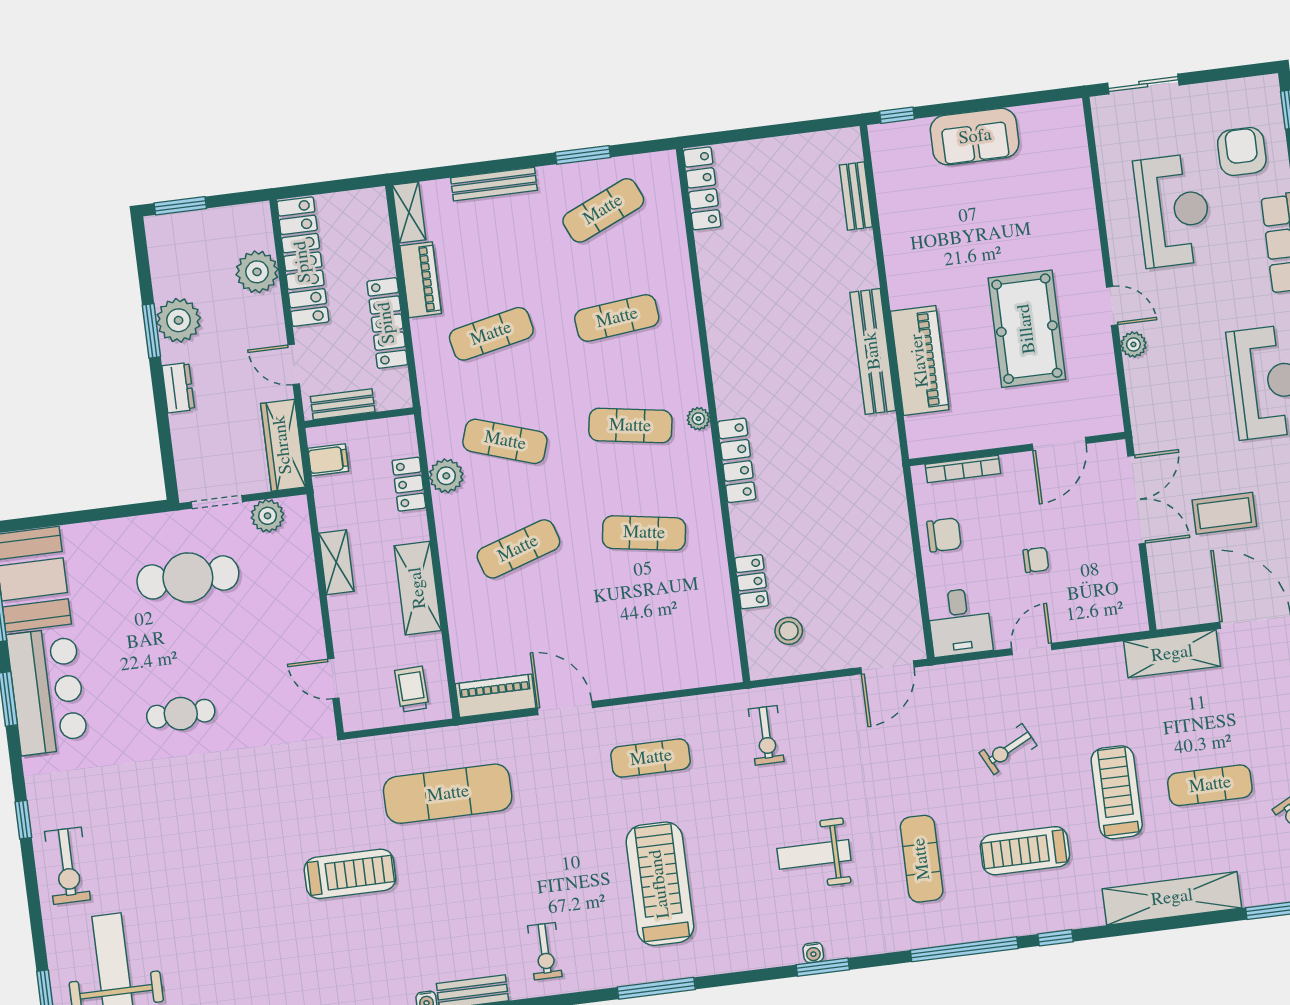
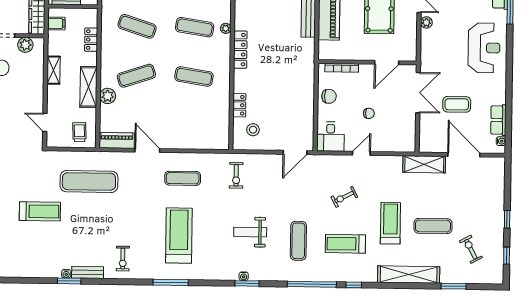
plant: (446, 476) -> (108, 96), moved

